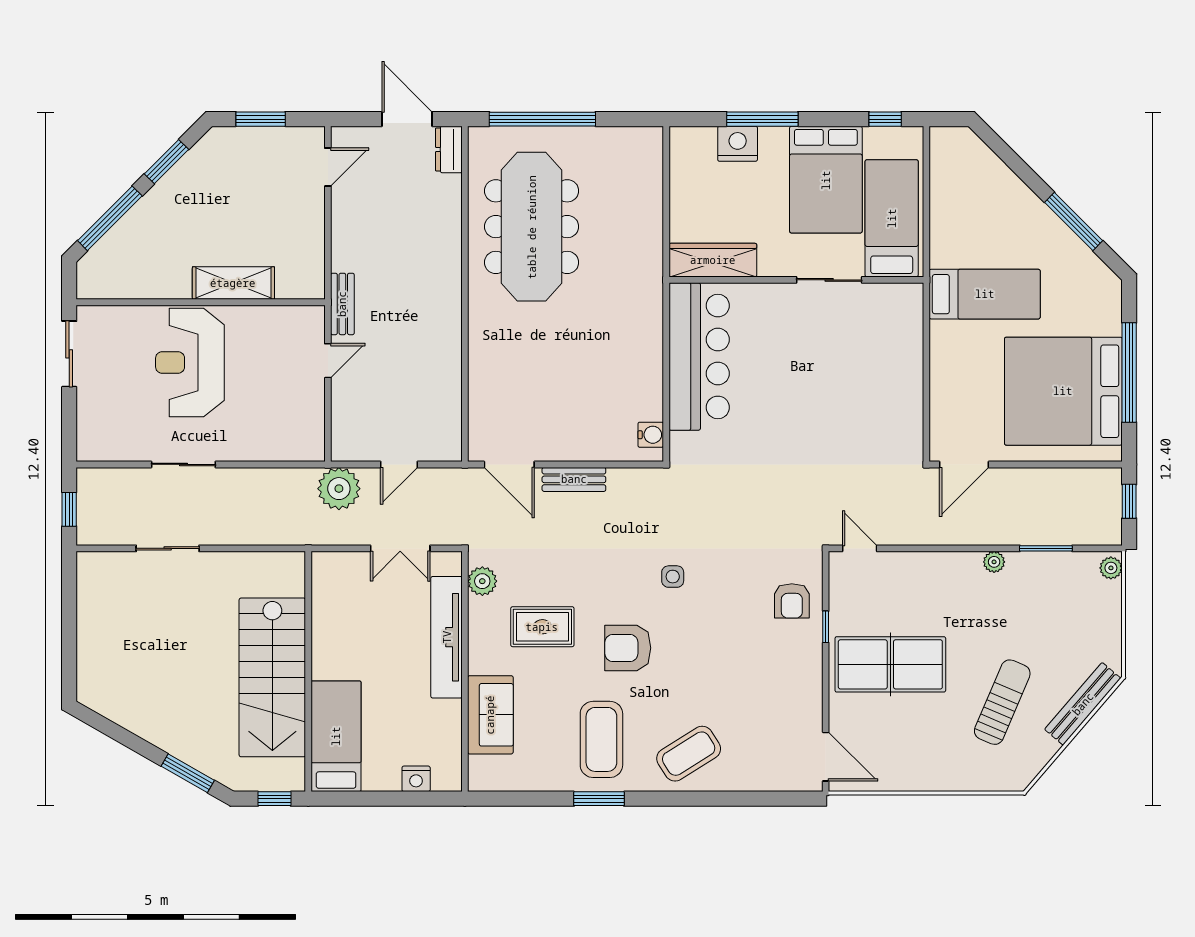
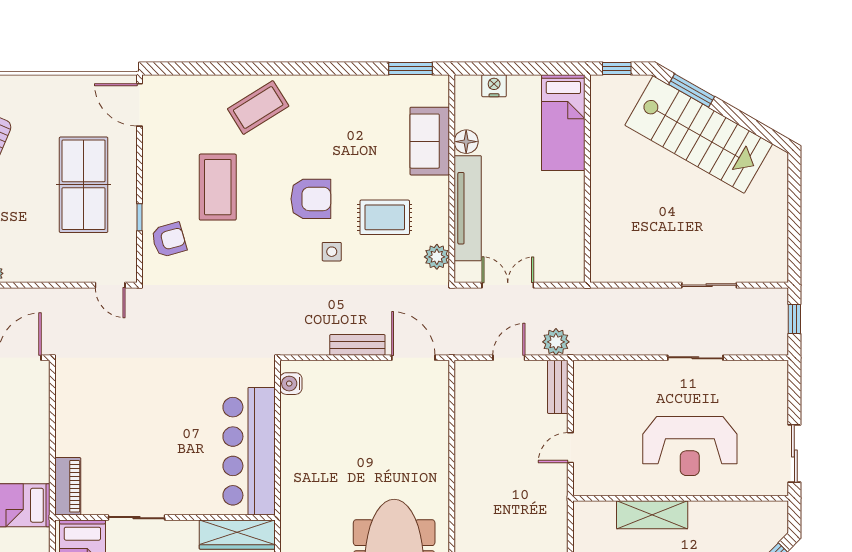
bench: (342, 304) -> (558, 387), moved
piano: (909, 316) -> (68, 486), added
reception desk: (190, 363) -> (690, 446), turned 90
plant: (339, 489) -> (556, 342), width x0.73, depth x0.73
side table: (673, 577) -> (332, 252), moved
armchair: (792, 601) -> (169, 240), turned 74
table tennis table: (890, 664) -> (84, 185), turned 90
stairs: (272, 677) -> (699, 134), moved, turned 120
floor lamp: (448, 714) -> (466, 142), added
coffee table: (601, 739) -> (218, 187), moved
window: (599, 799) -> (411, 68), moved

